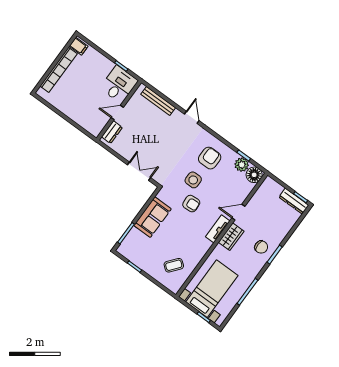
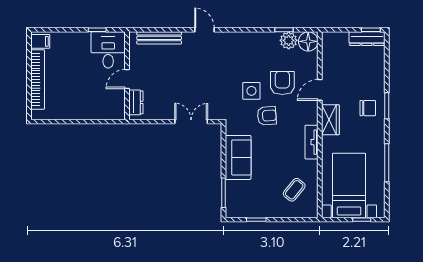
armchair: (210, 158) -> (282, 83), moved
tv unit: (218, 229) -> (311, 142), moved

